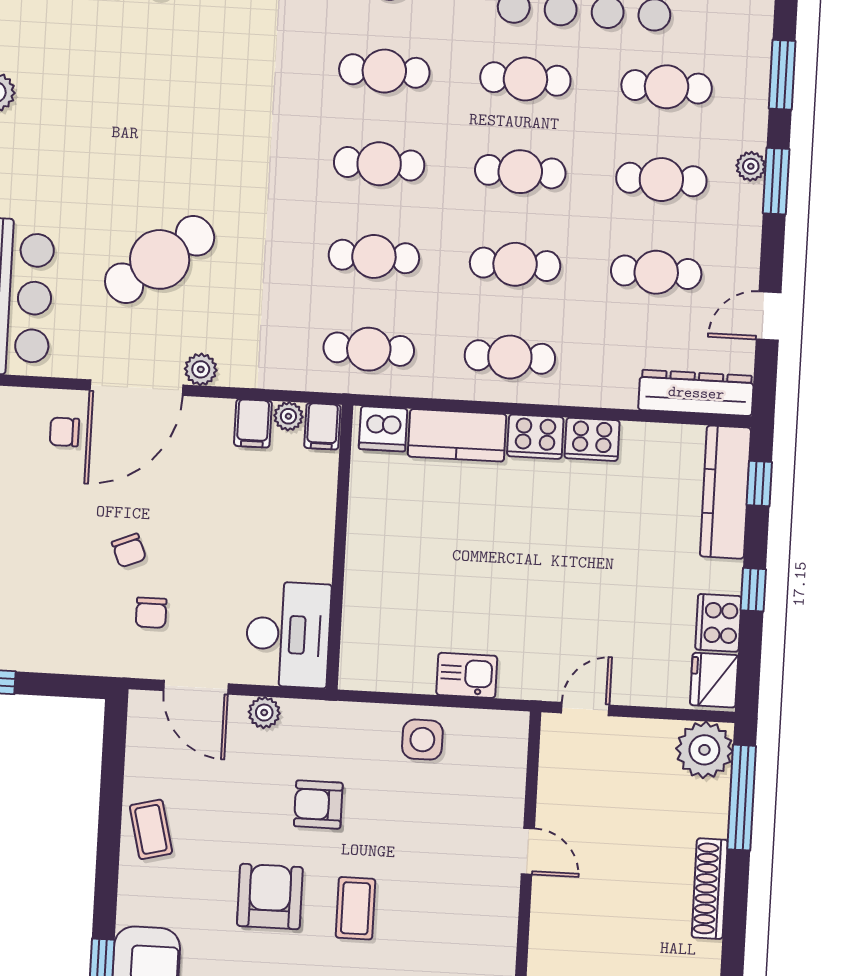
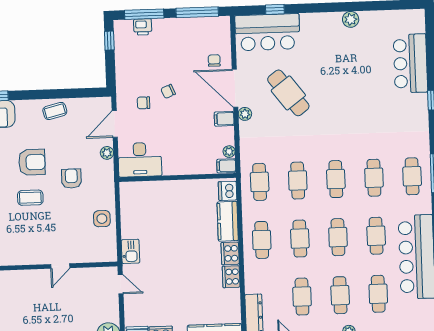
filing cabinet: (253, 423) -> (224, 119), moved
kitchen sink: (467, 675) -> (130, 251), moved

